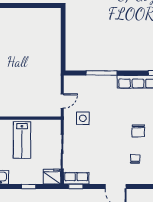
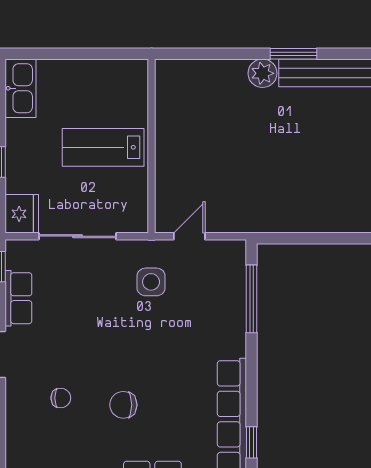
window: (102, 73) -> (251, 299), moved
door: (62, 101) -> (189, 236), swing flipped
row of seats: (76, 178) -> (18, 298), moved

